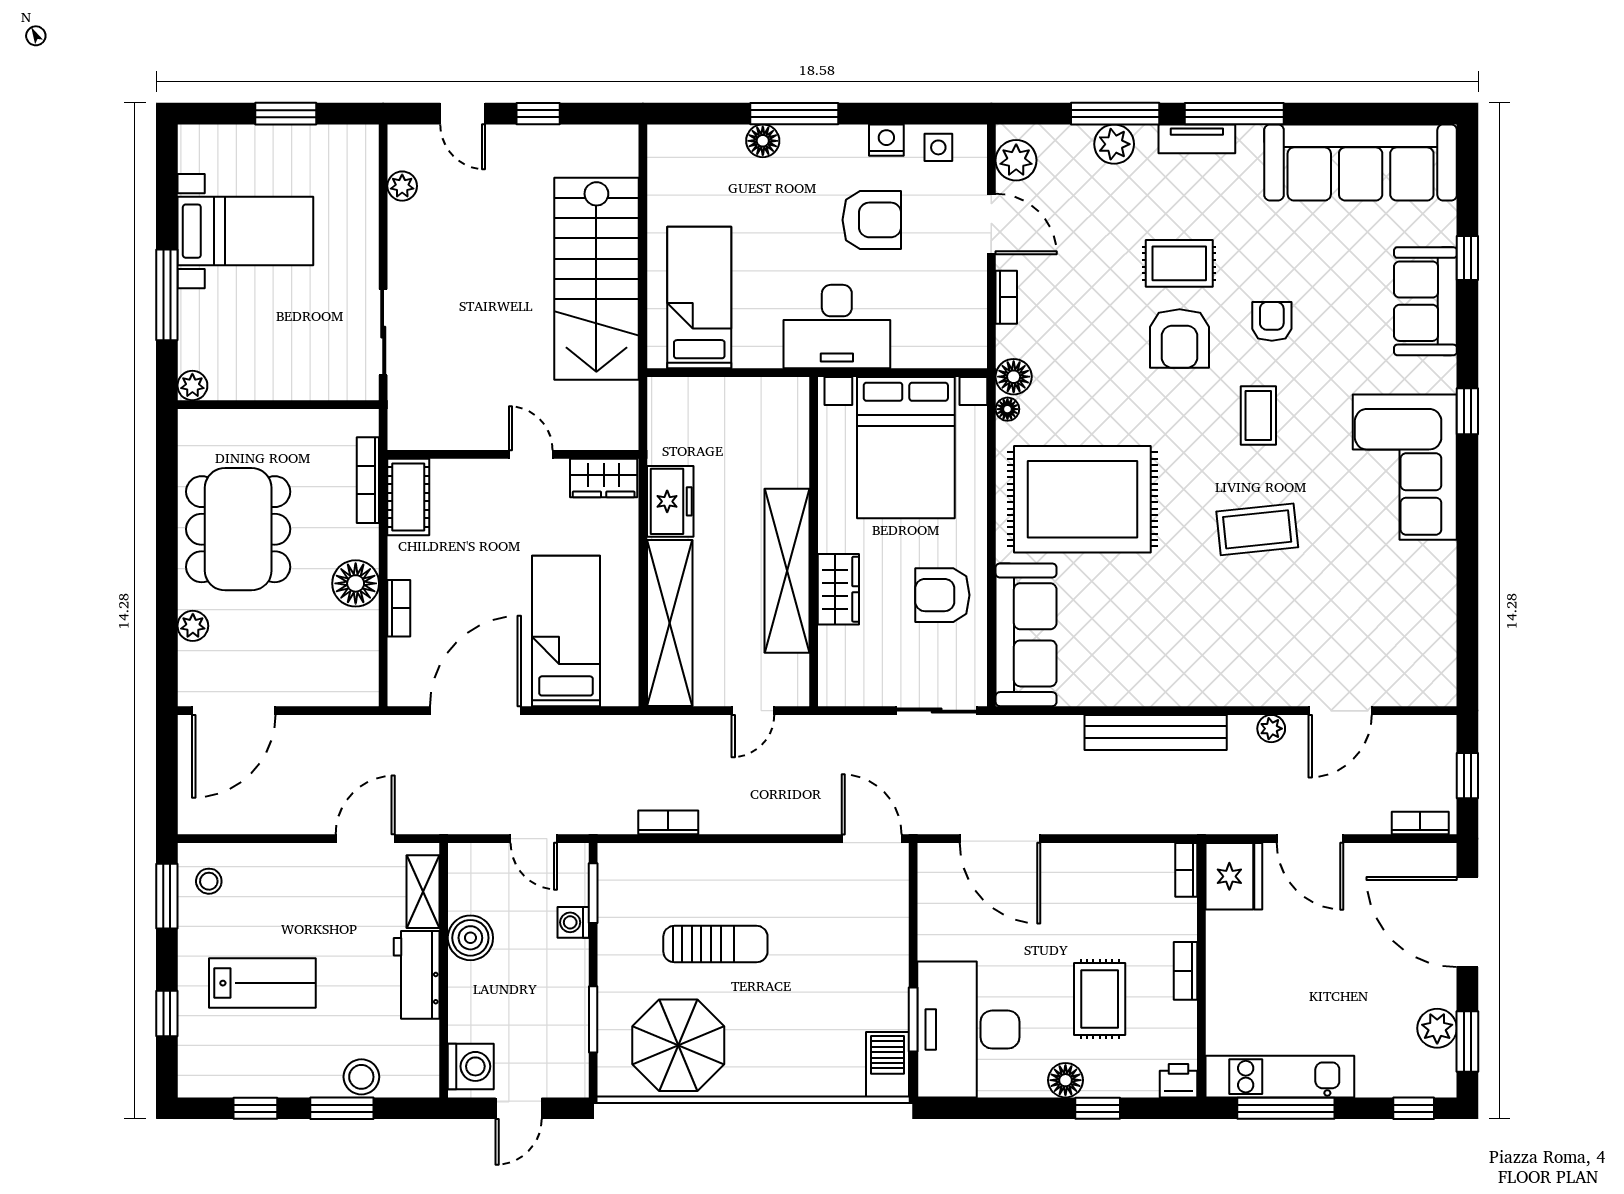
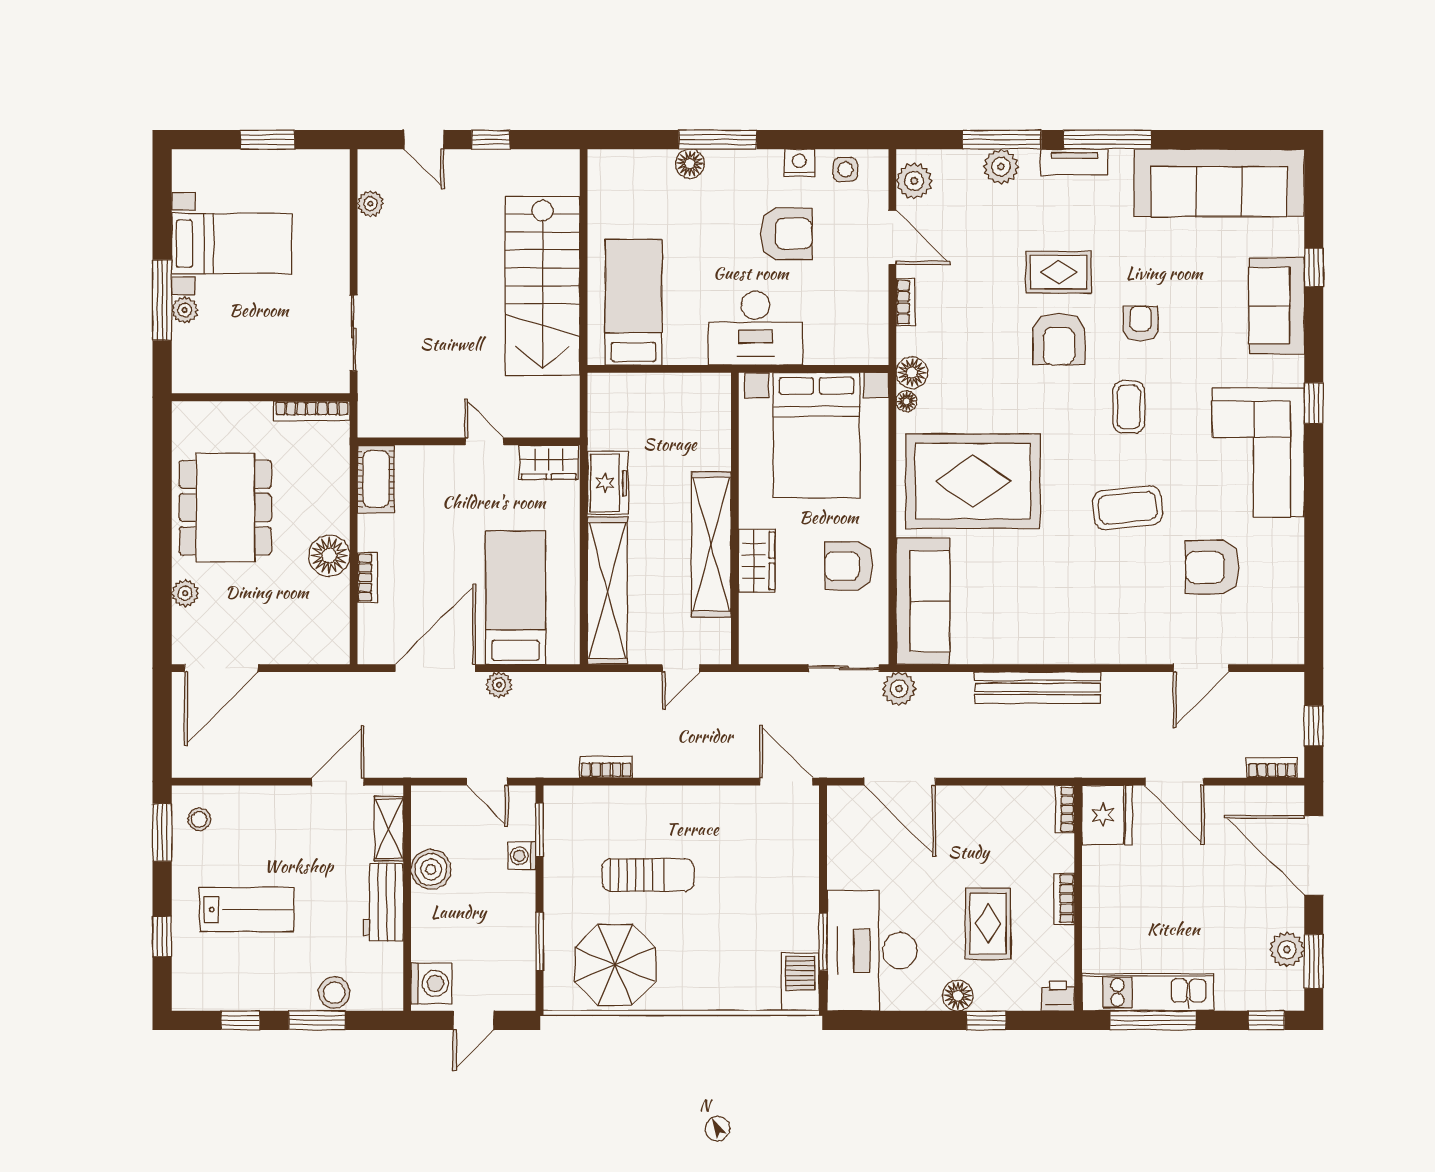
plant: (192, 386) -> (185, 310), moved
bookcase: (368, 480) -> (312, 411), moved, turned -90
armchair: (1353, 597) -> (1212, 567), added
plant: (547, 729) -> (499, 685), added
plant: (1271, 729) -> (899, 689), moved, width x1.38, depth x1.38

